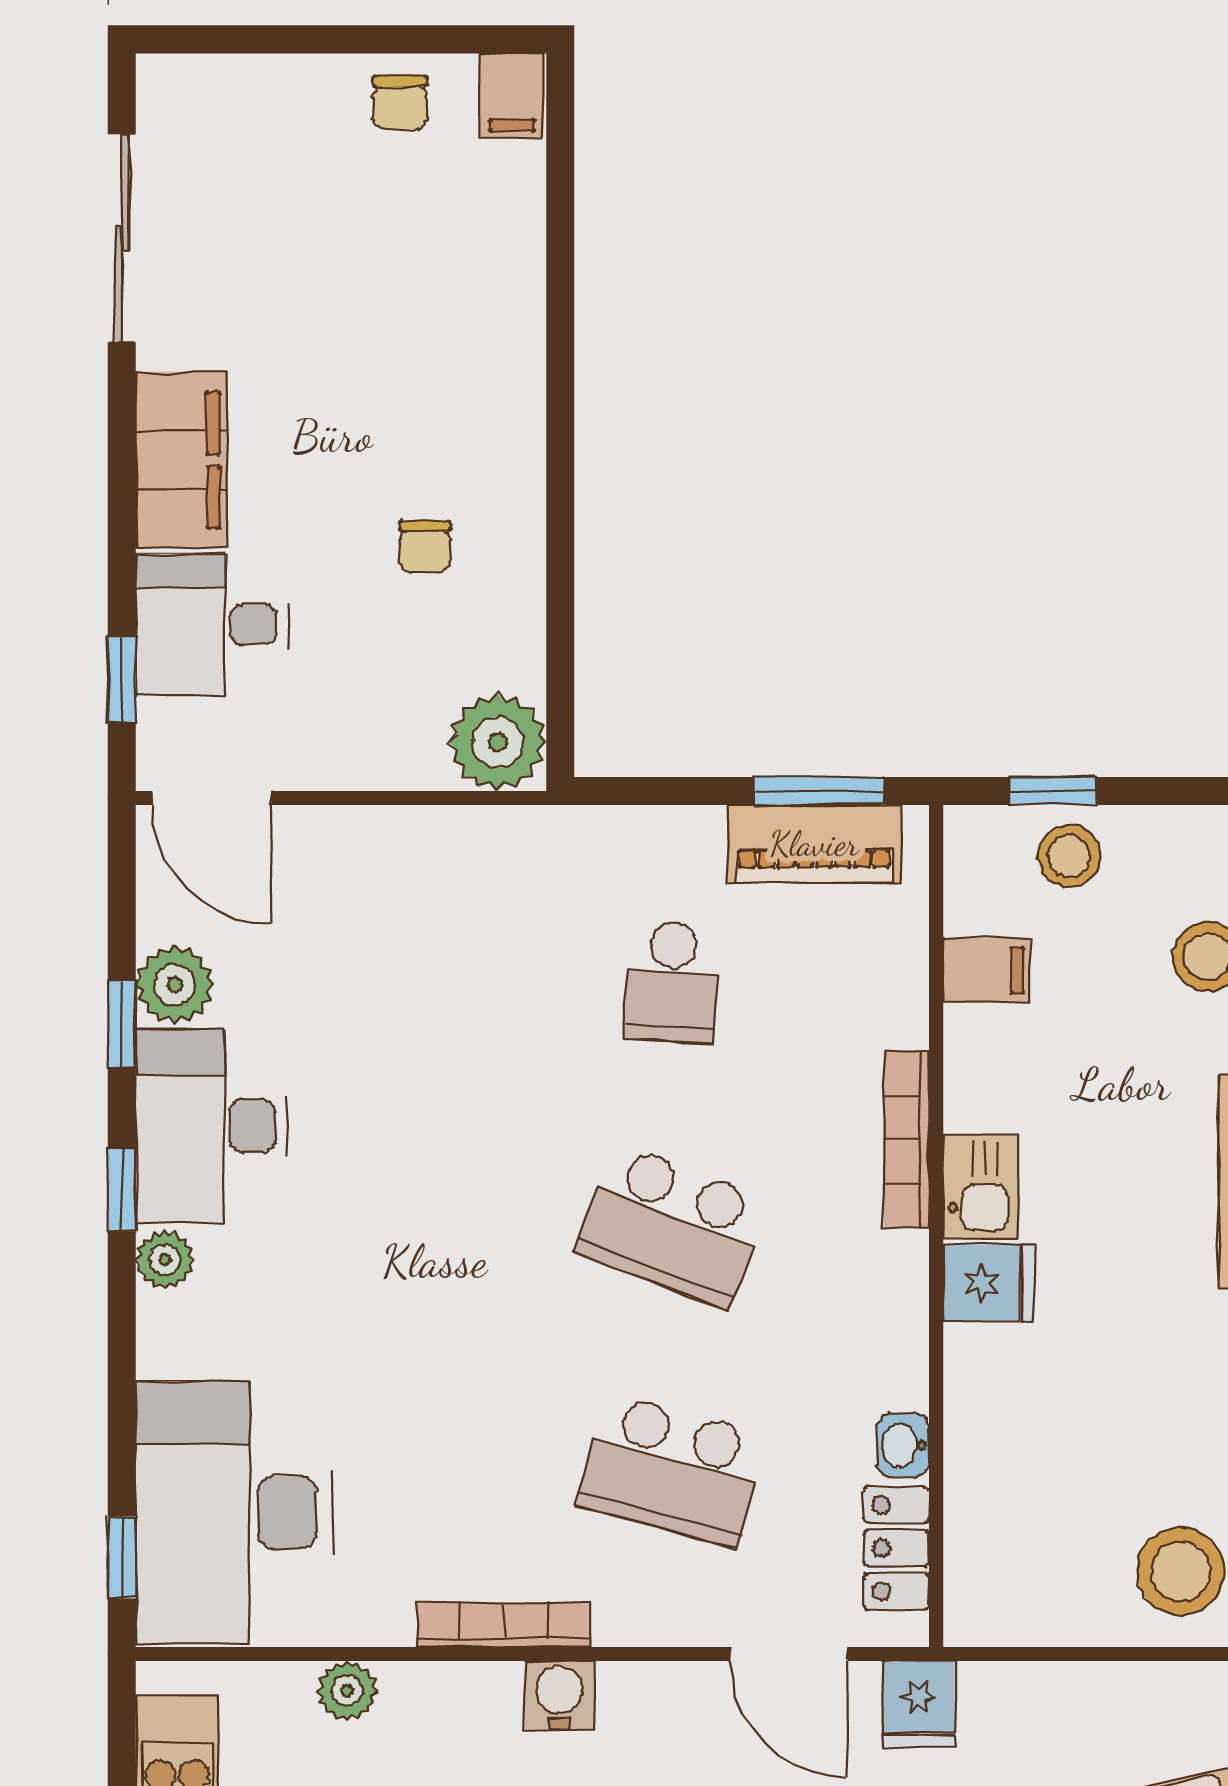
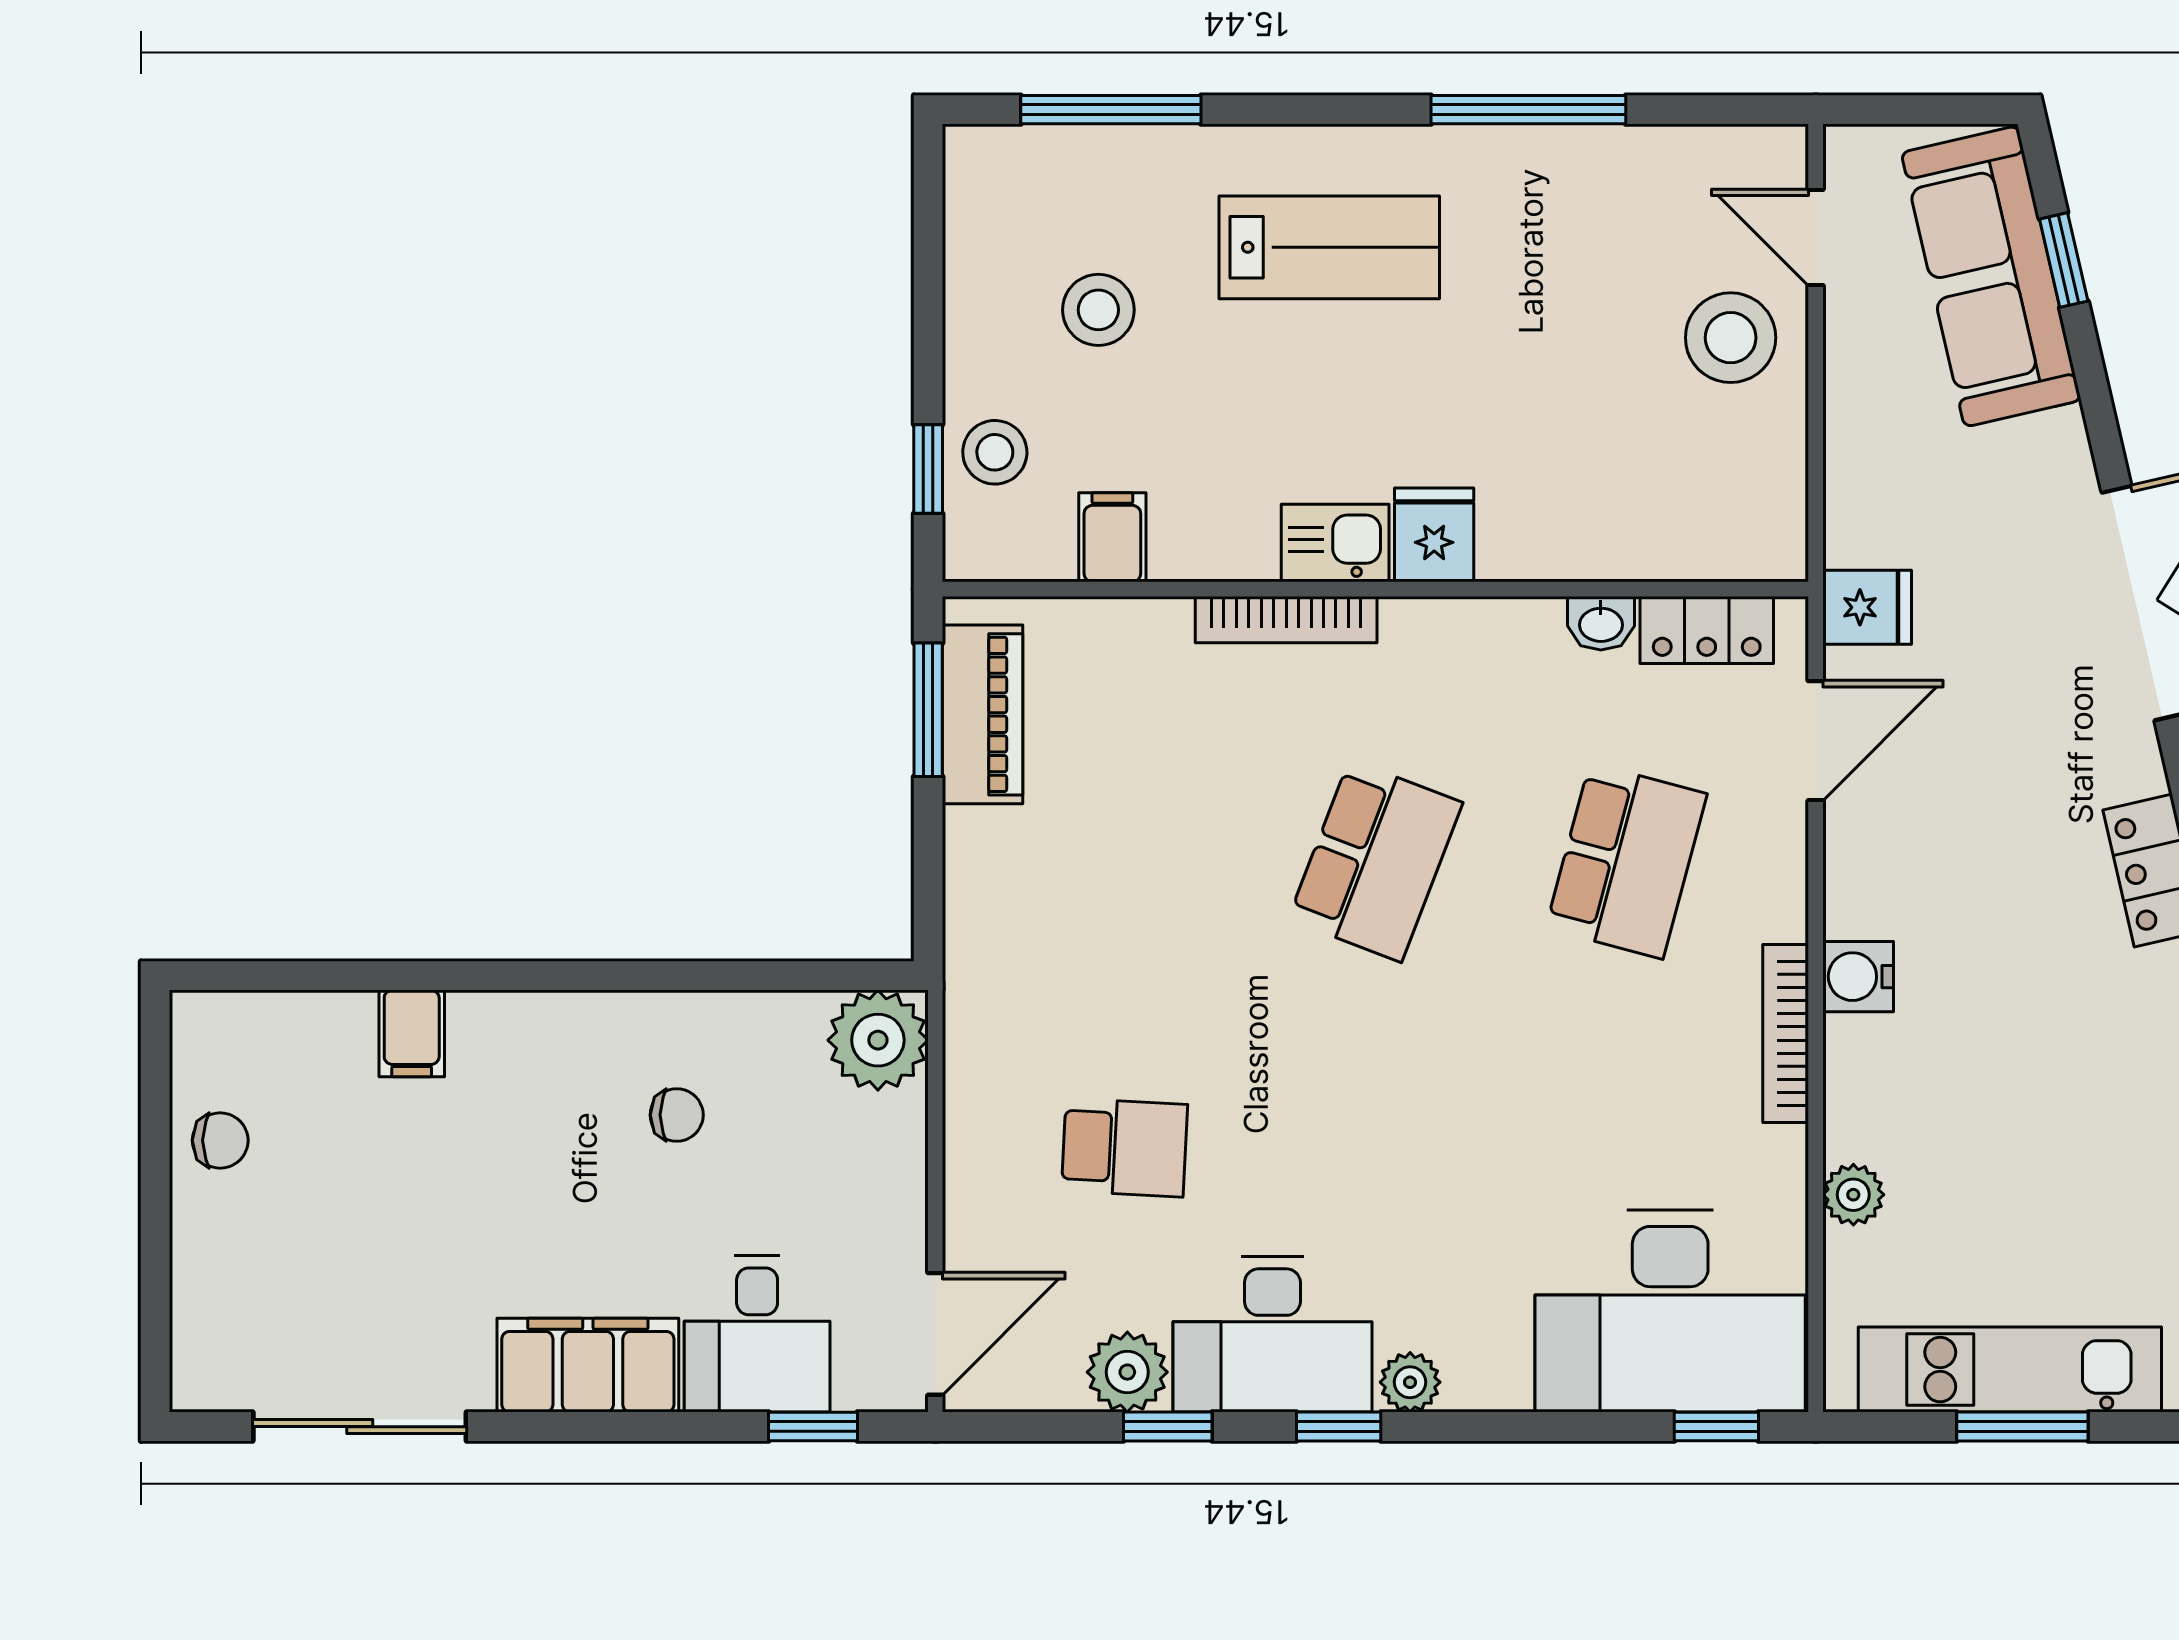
filing cabinet: (512, 96) -> (412, 1033), moved, turned 90
school desk: (672, 982) -> (1125, 1148), moved

